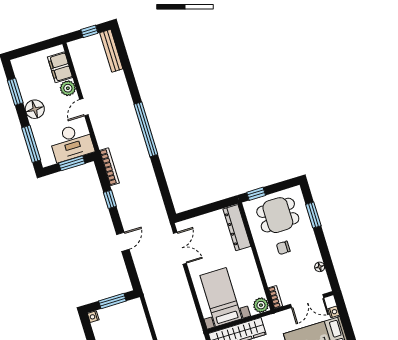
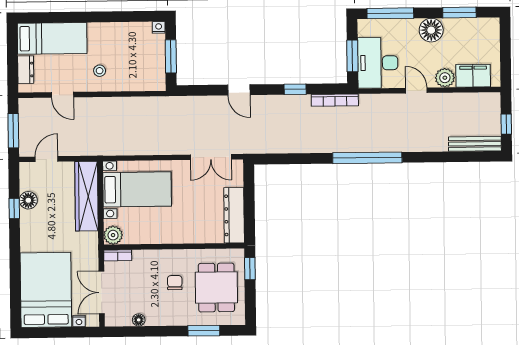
dresser: (237, 228) -> (234, 215), moved, turned -90

